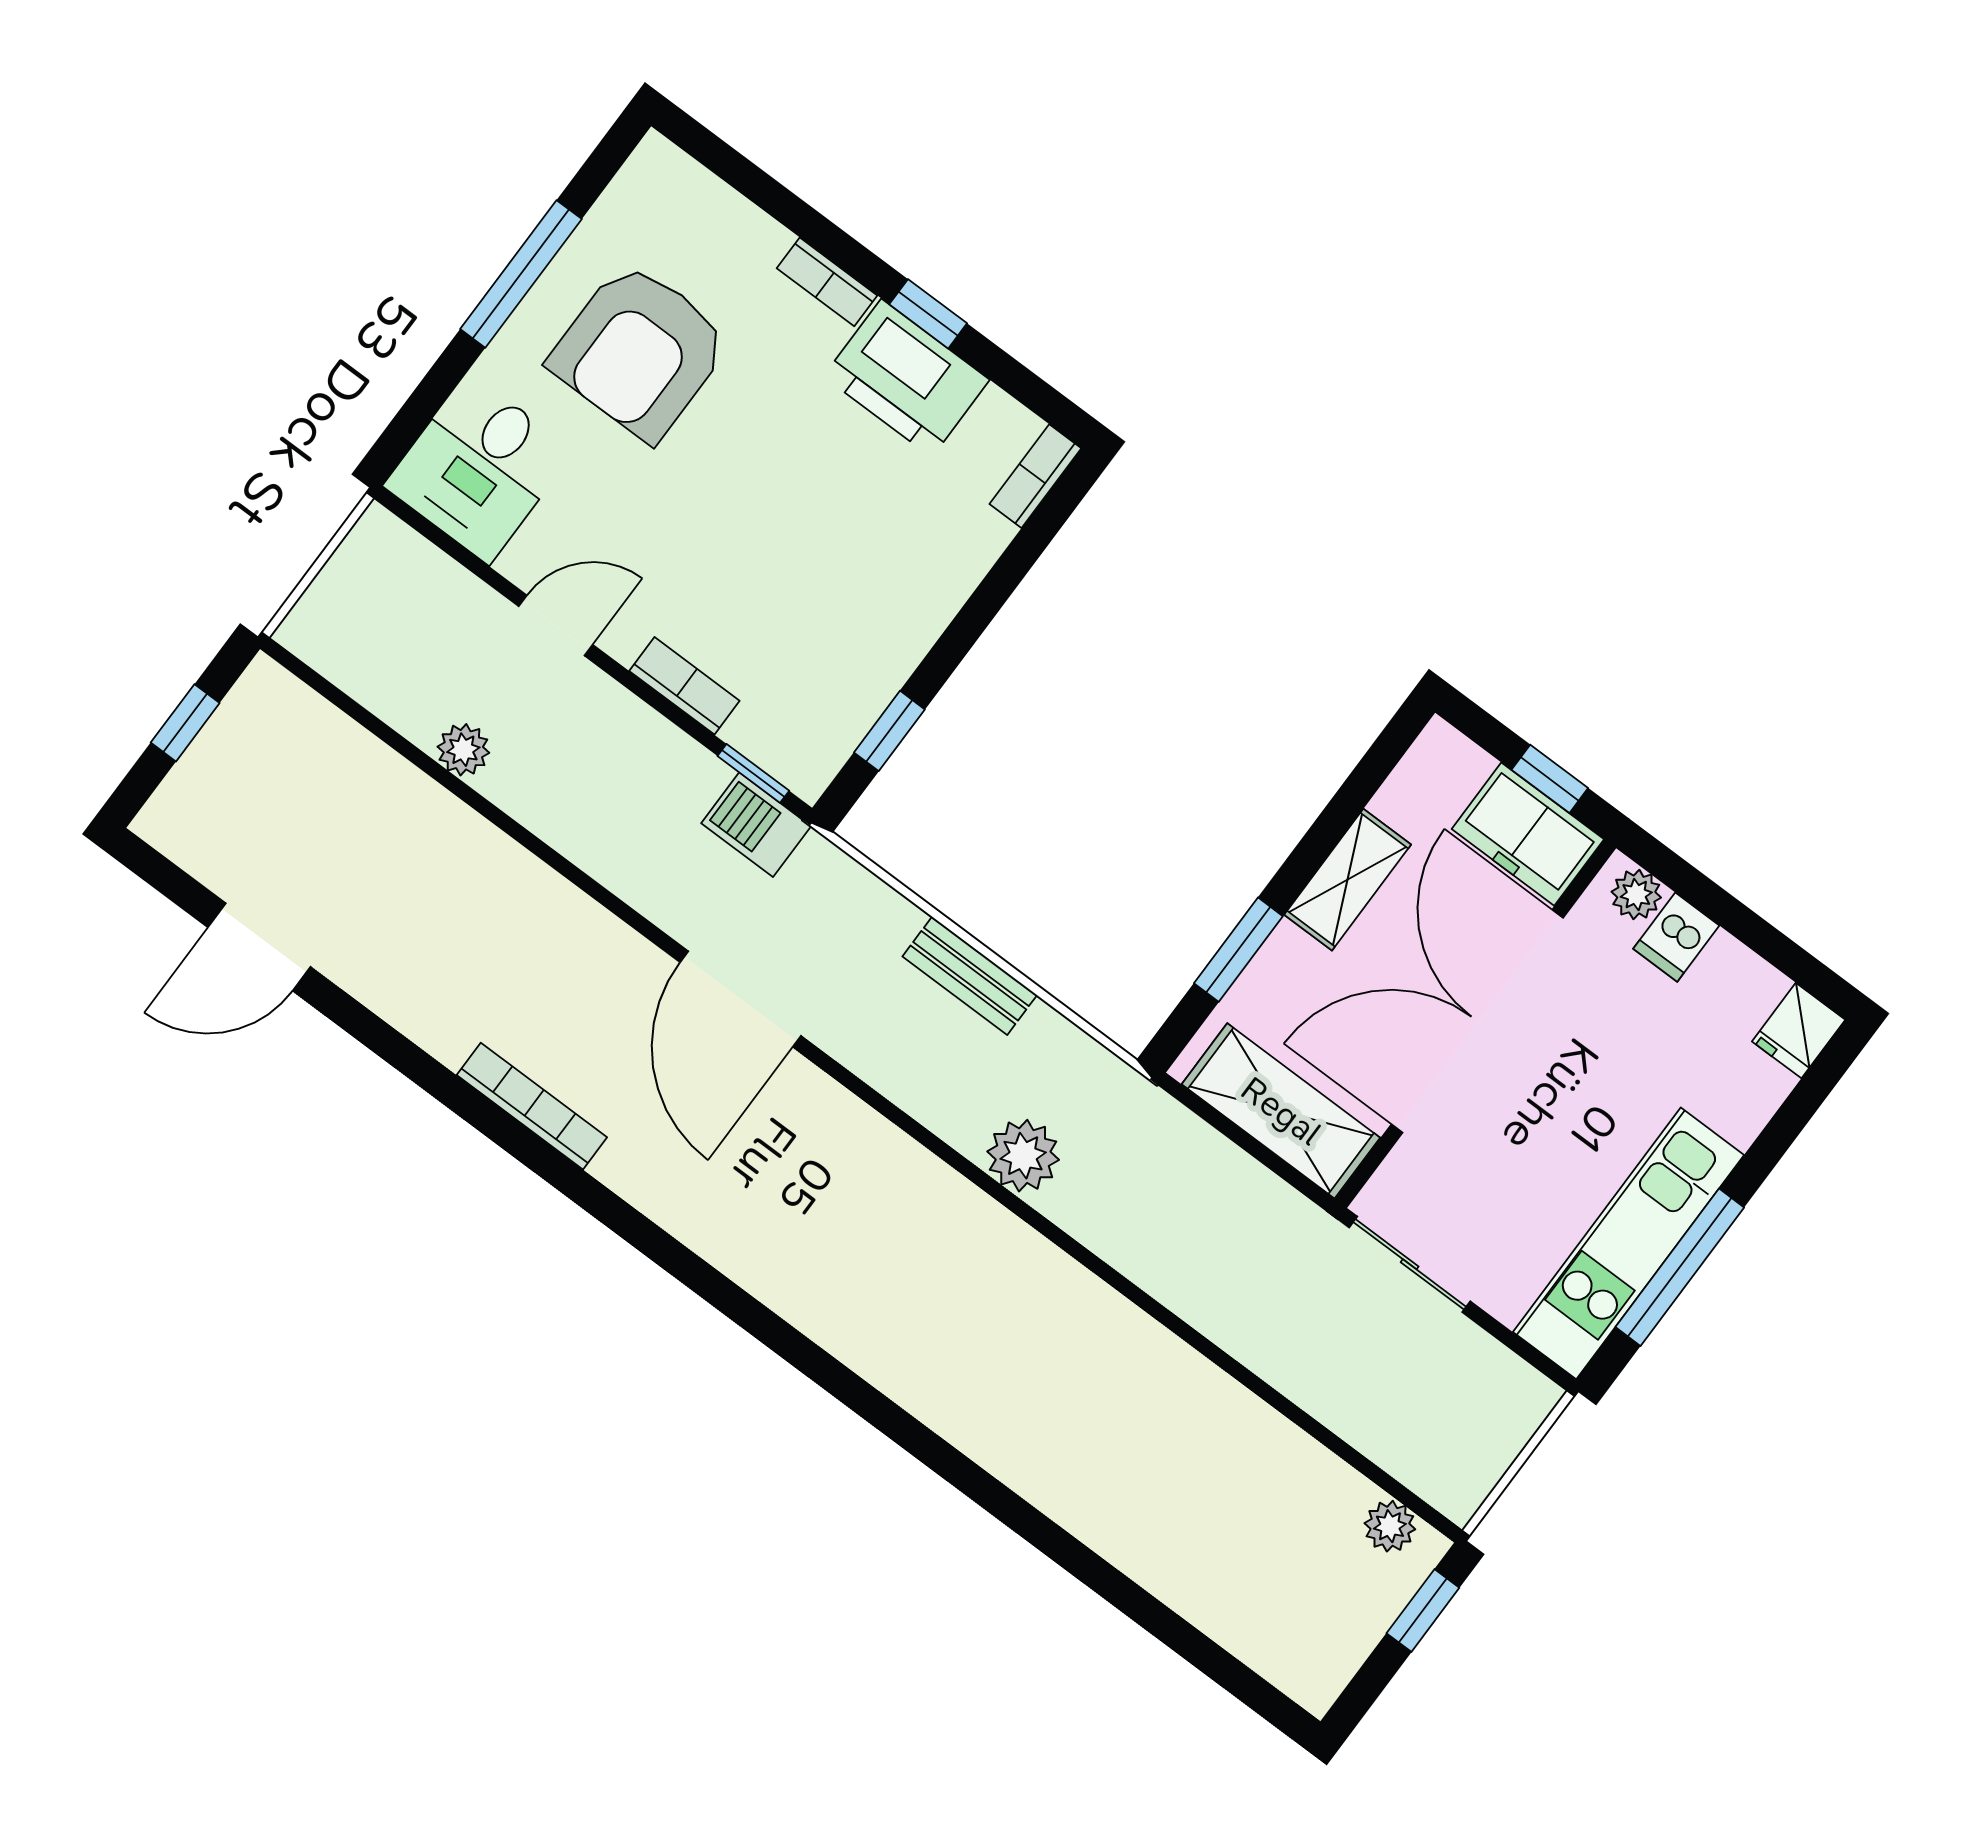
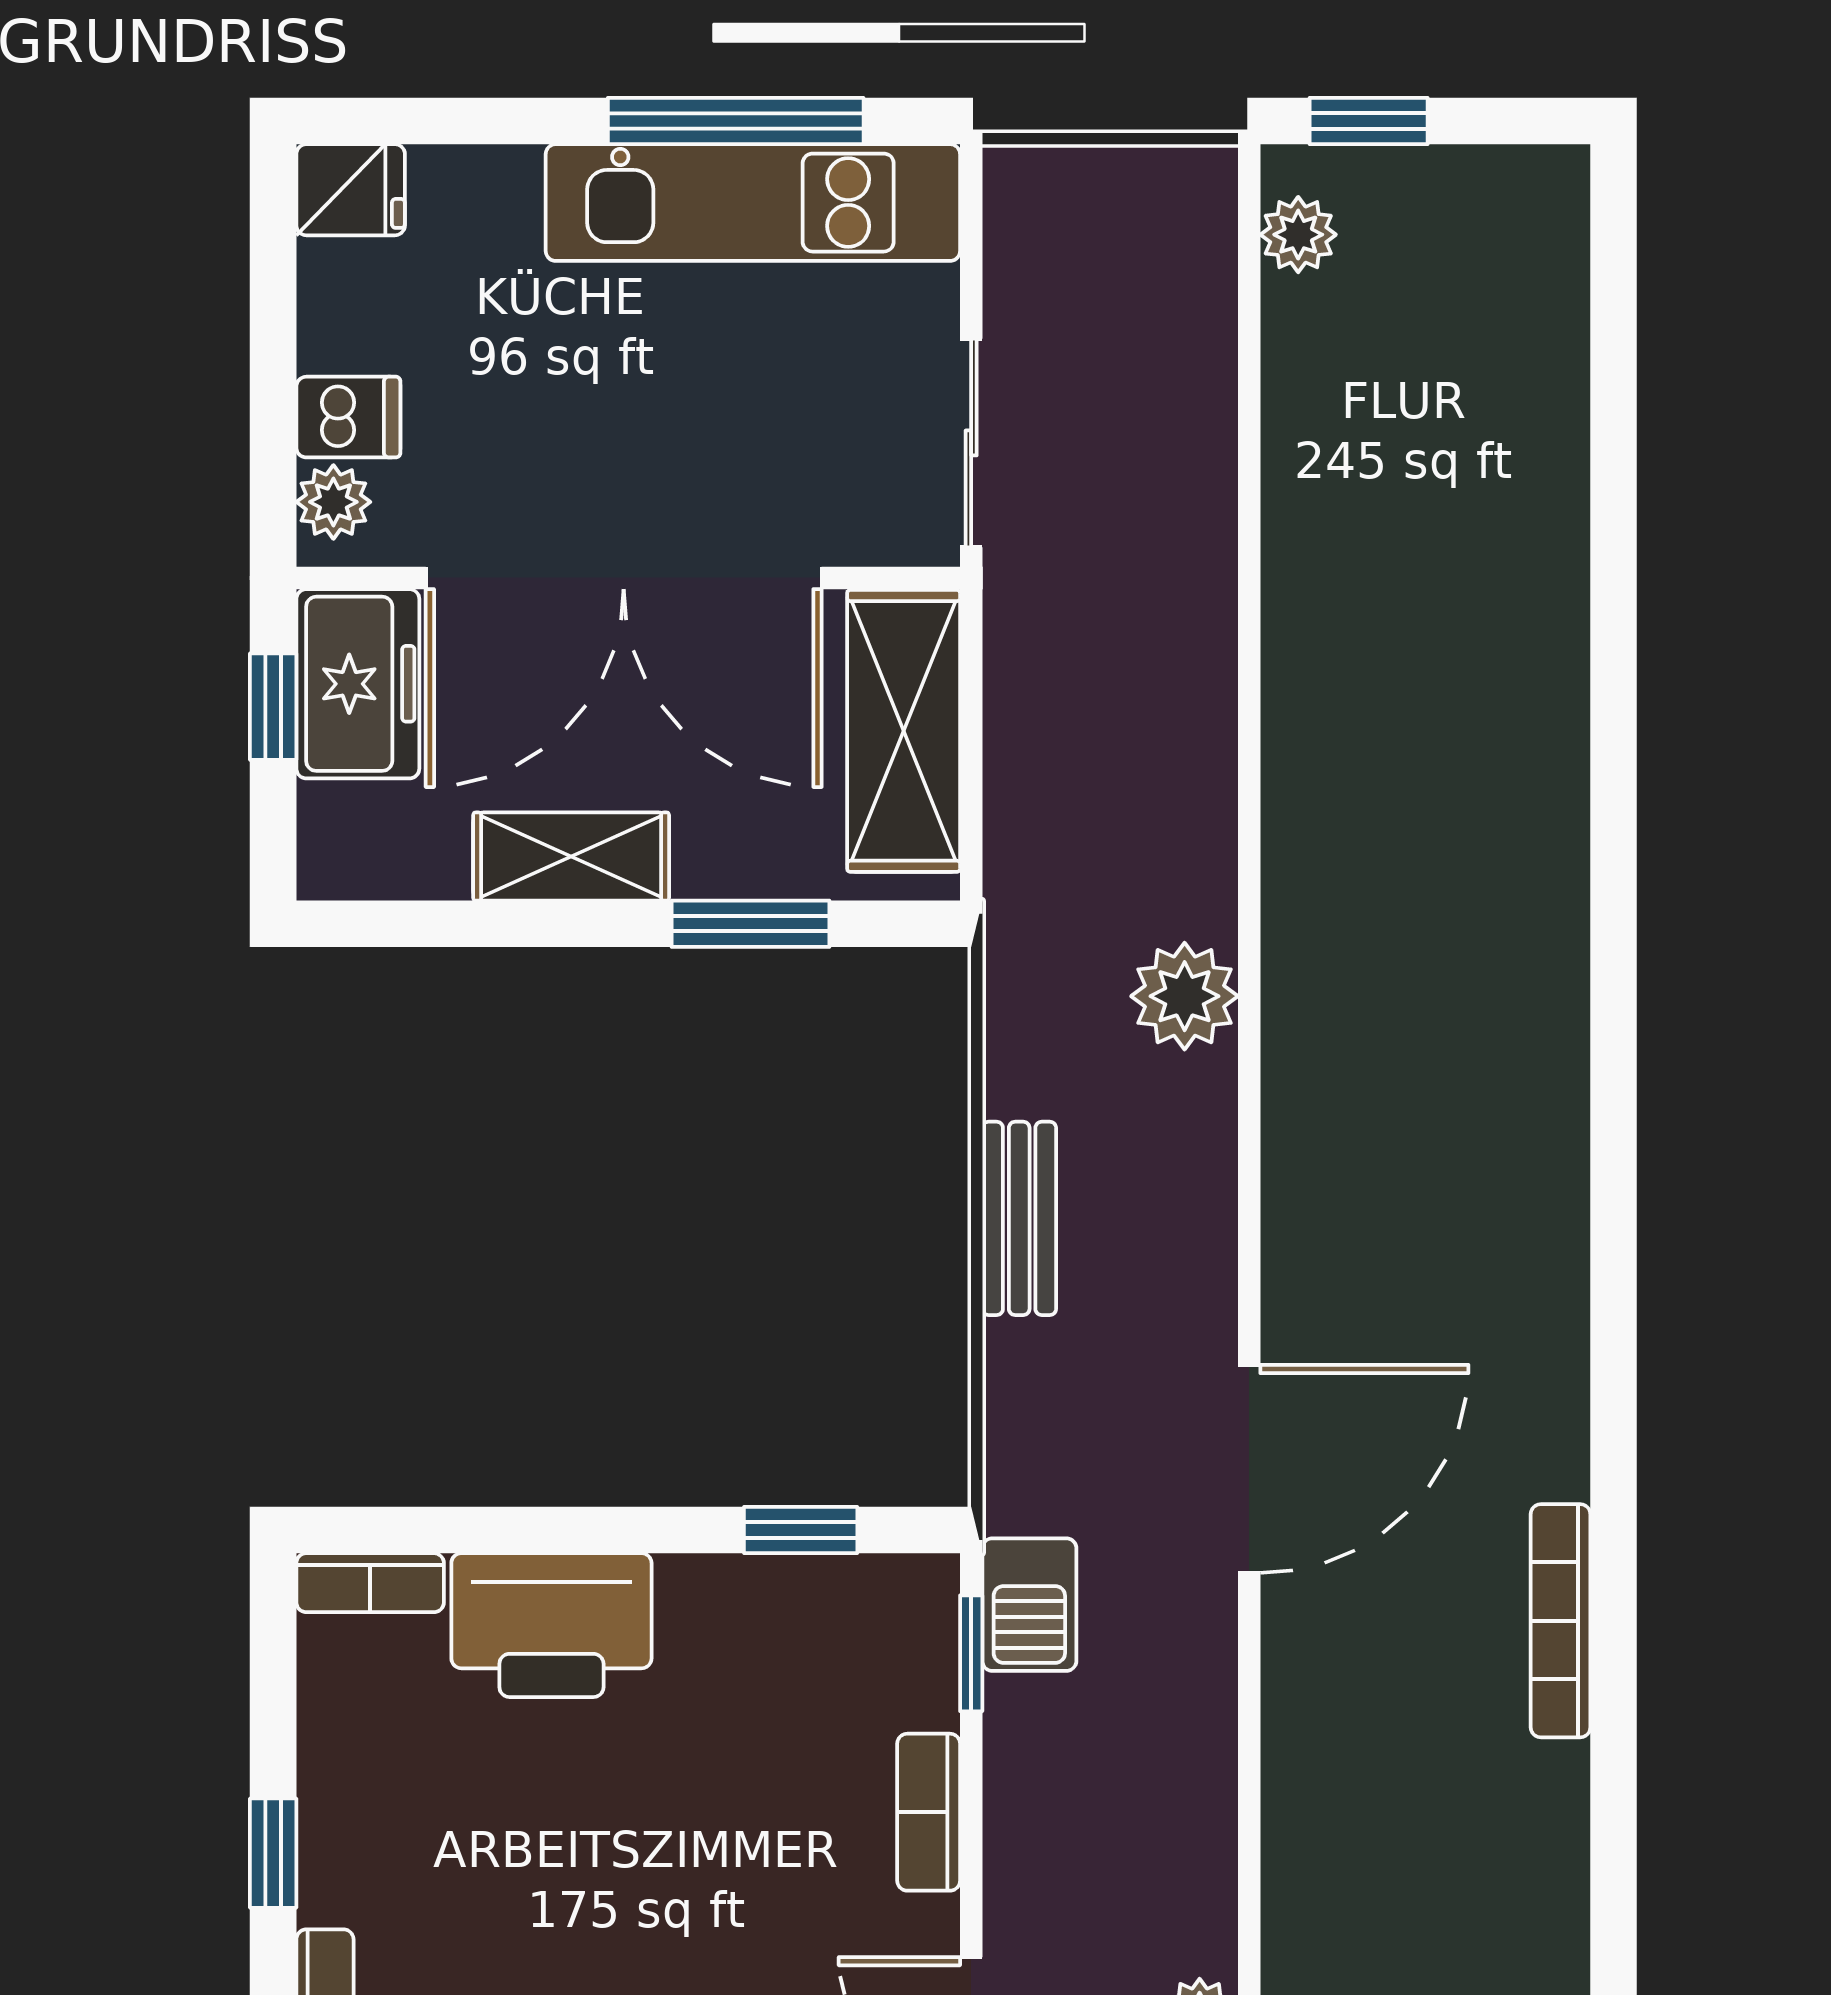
printer: (906, 378) -> (551, 1625), moved, turned 90

